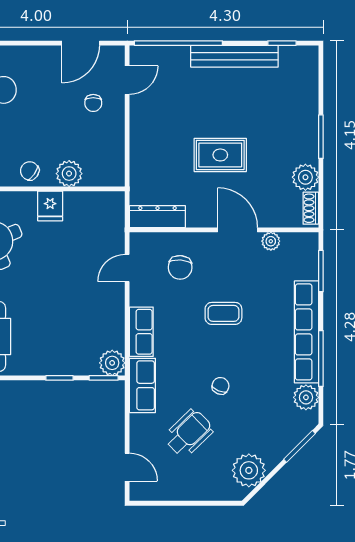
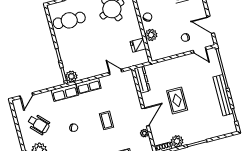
fridge: (50, 206) -> (138, 45), moved
chair: (180, 267) -> (122, 96), removed
wheelchair: (189, 433) -> (39, 124), moved

